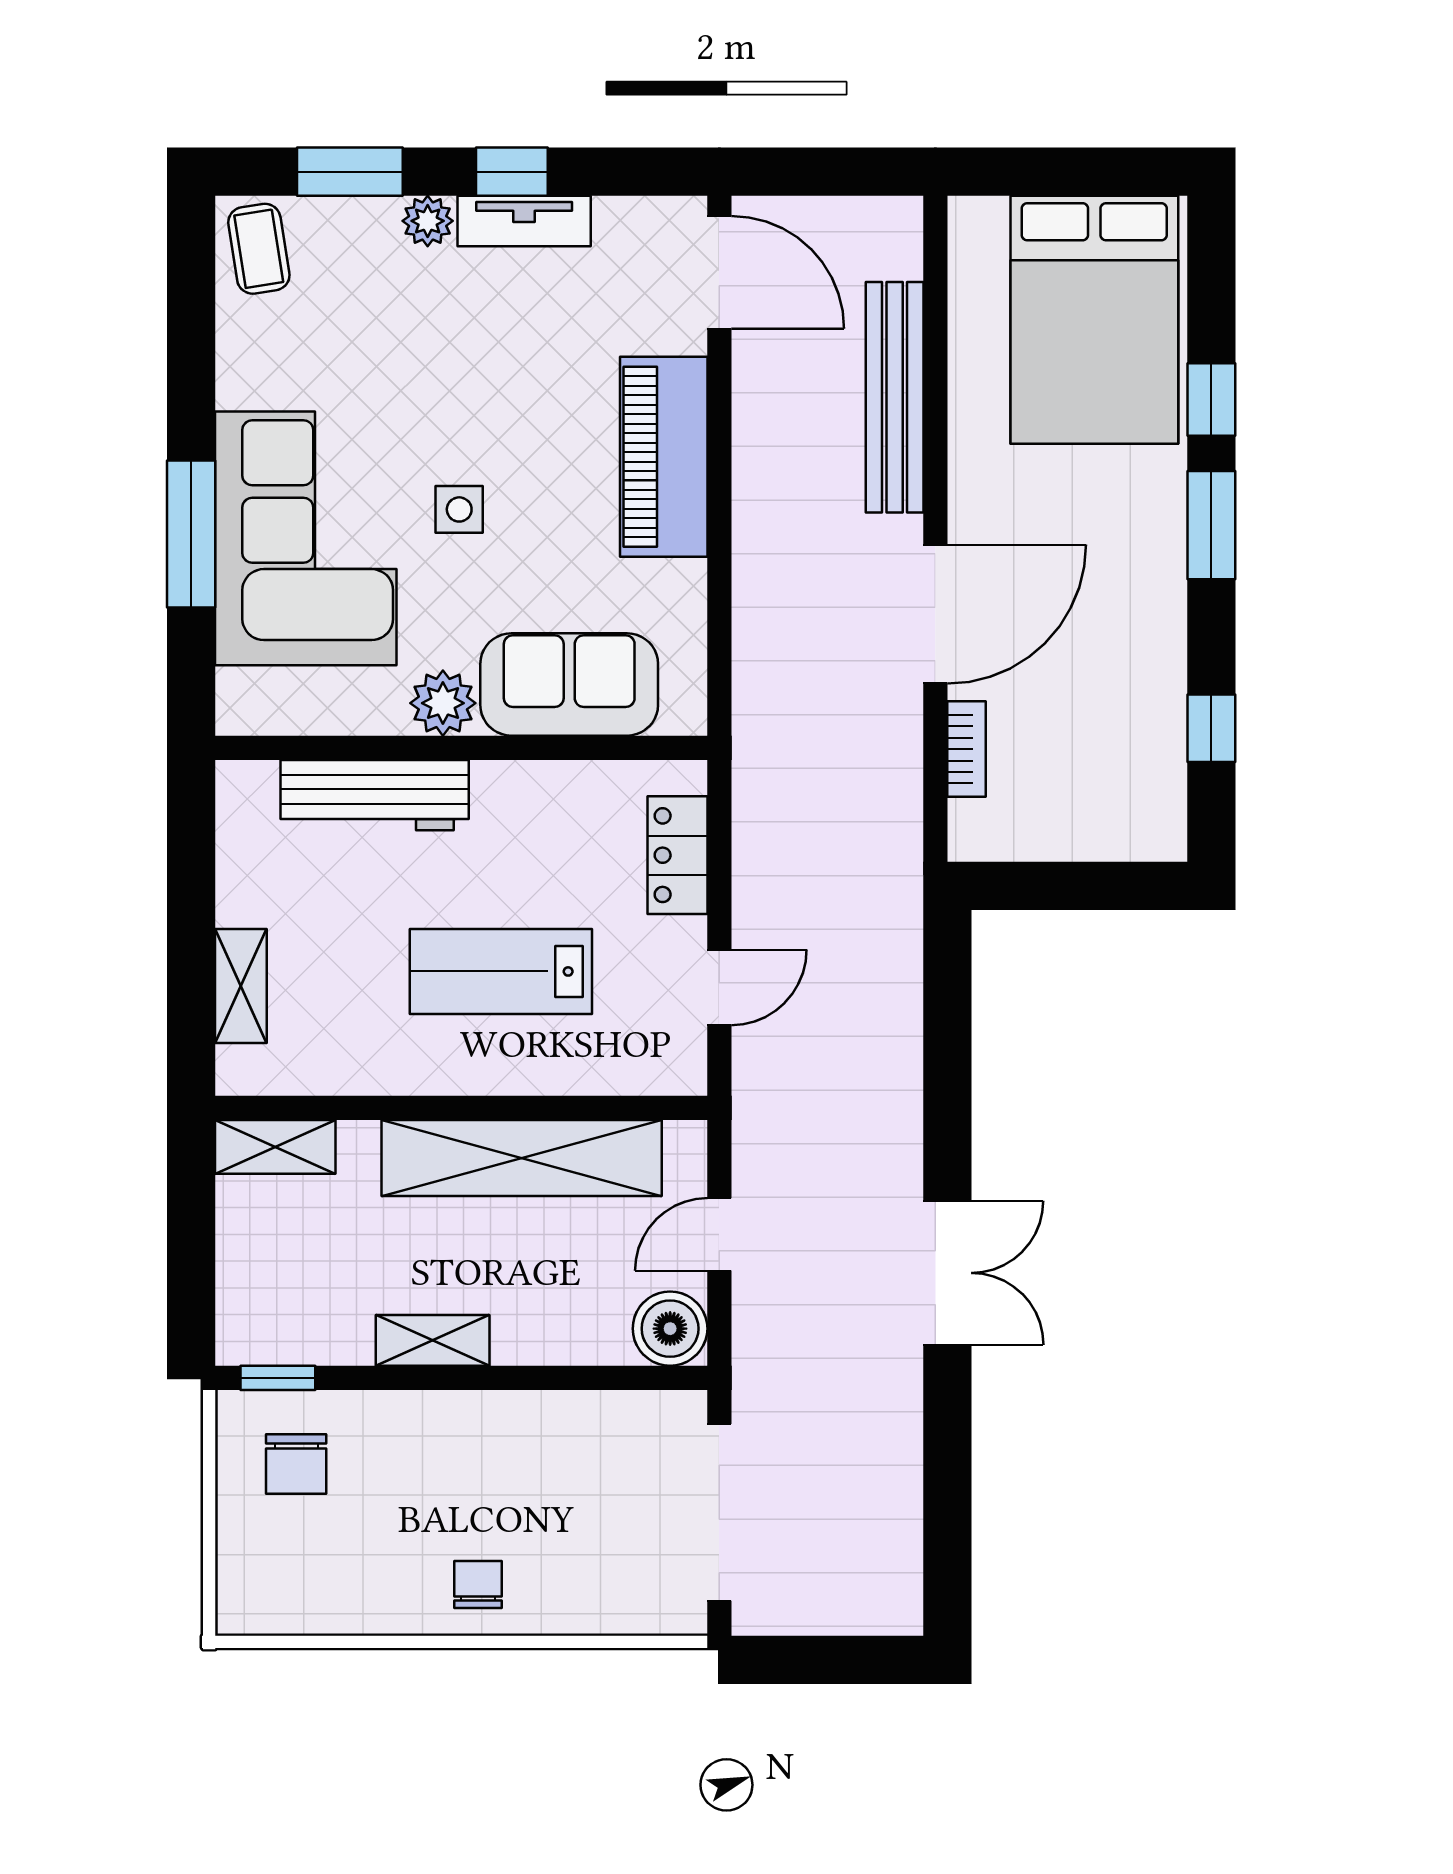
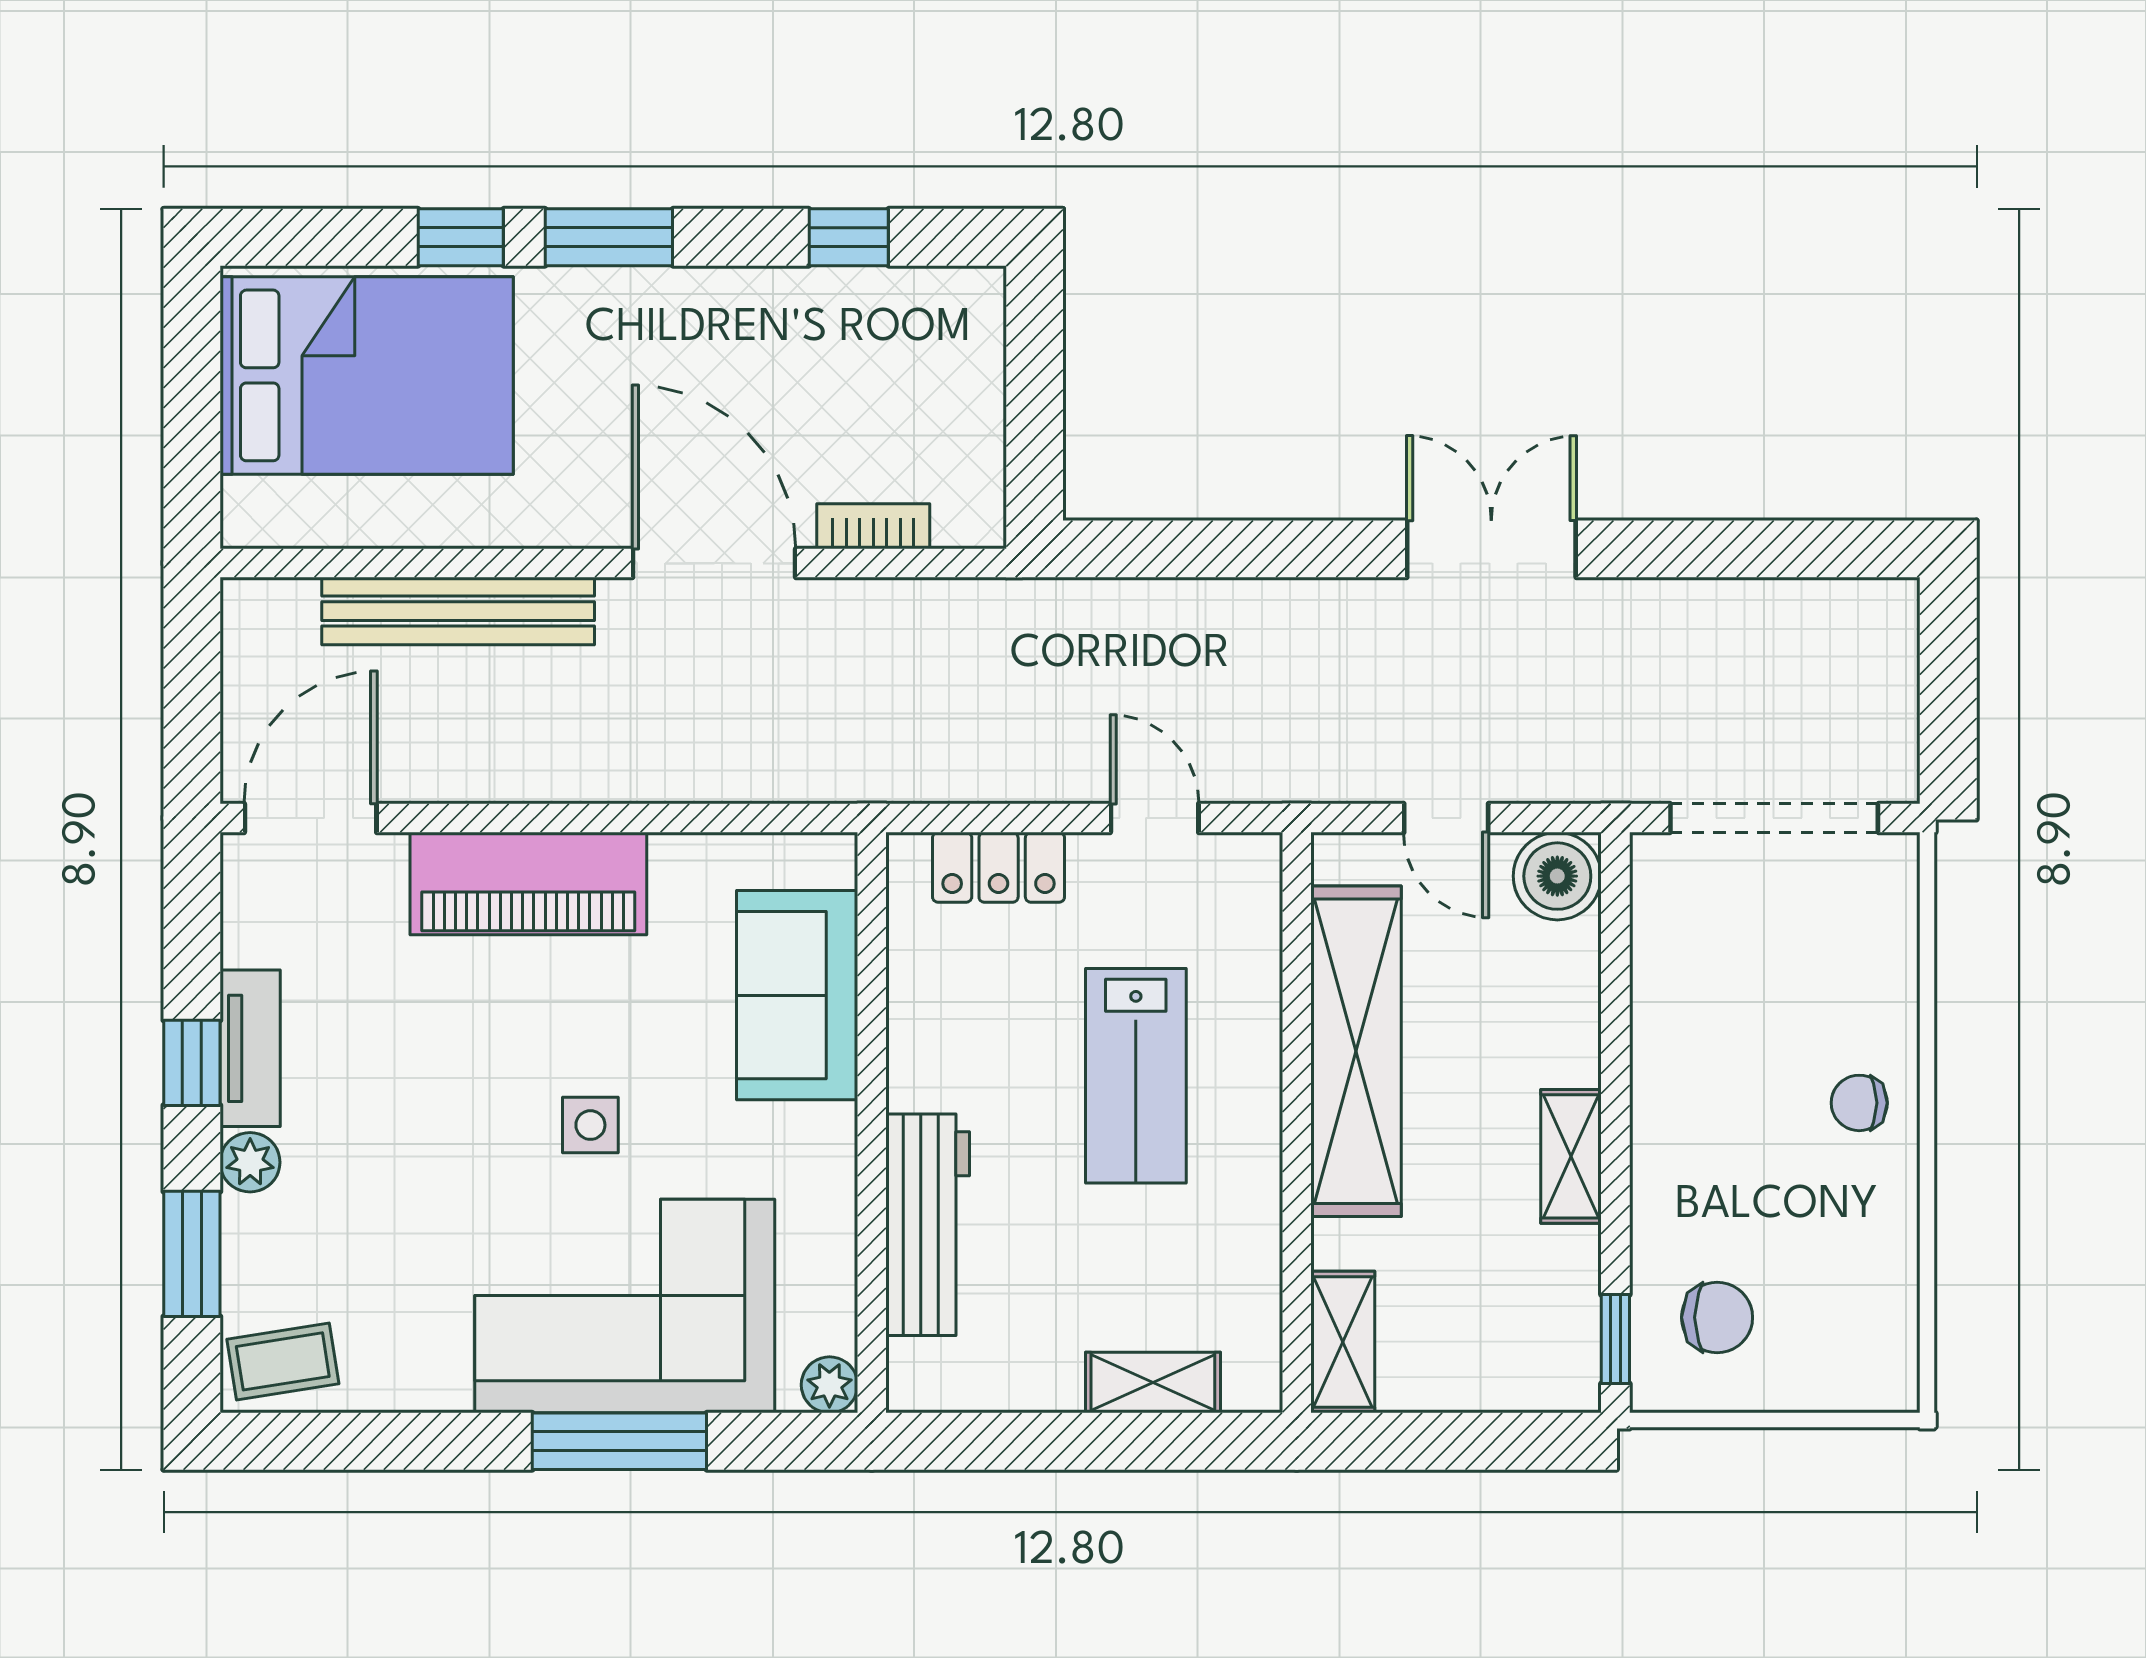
plant: (443, 703) -> (829, 1385), moved, width x0.73, depth x0.73

